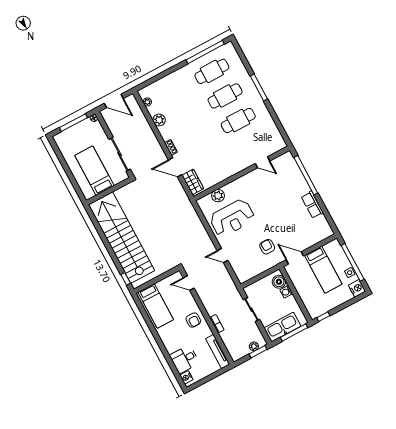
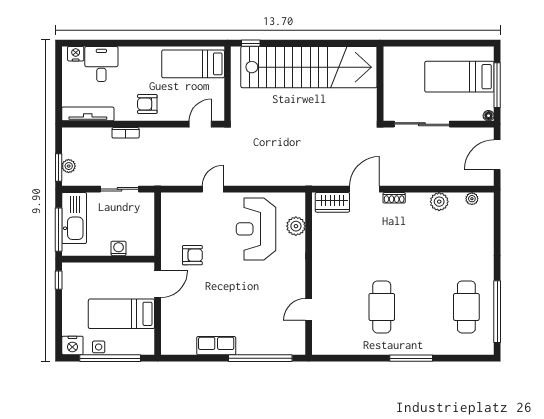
cafe table: (225, 96) -> (424, 307), removed
bed: (94, 171) -> (459, 77), moved, turned 180
boiler: (279, 282) -> (137, 246), removed

